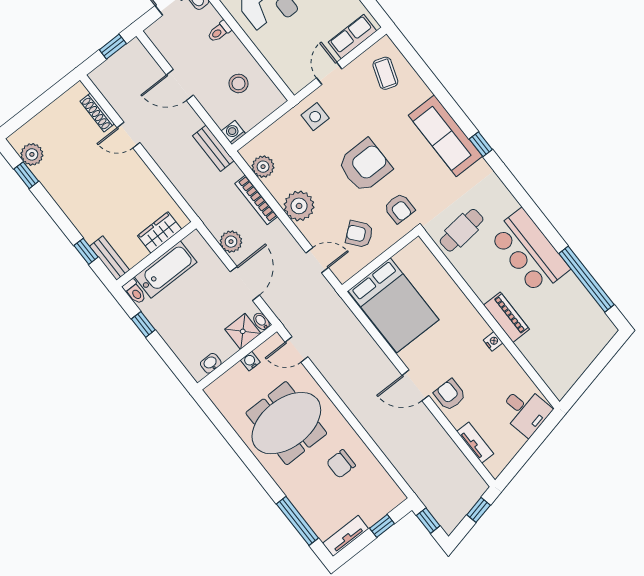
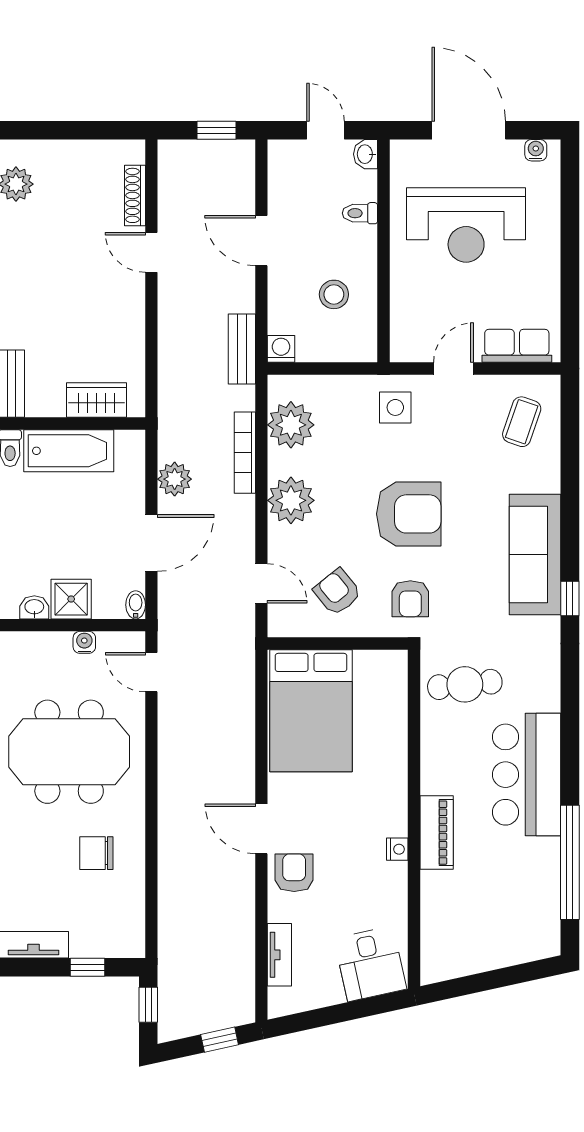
plant: (263, 167) -> (291, 425), width x1.36, depth x1.36
shower: (243, 331) -> (71, 599), moved

